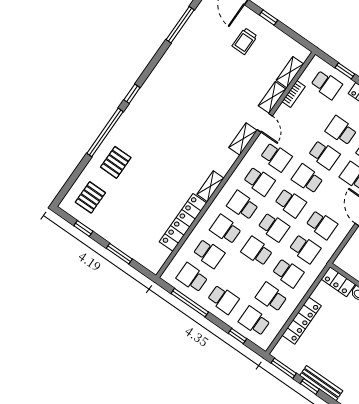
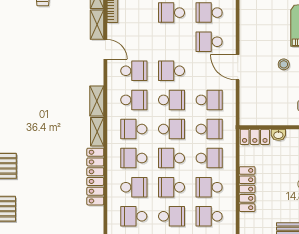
shelving: (243, 139) -> (97, 101), moved
school desk: (324, 155) -> (171, 187), moved, turned 180

